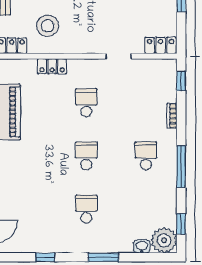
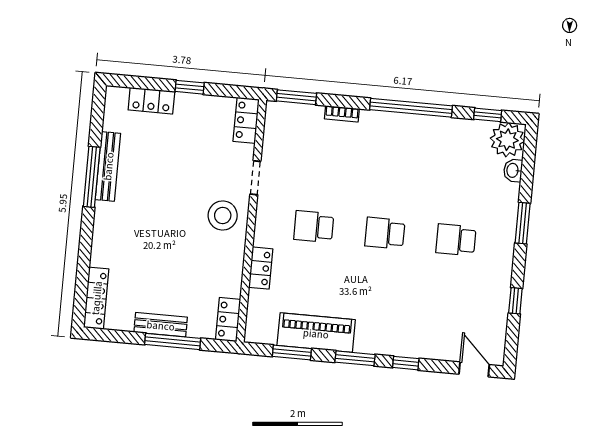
stool: (48, 26) -> (223, 215), moved
window: (181, 81) -> (296, 97), width x1.50
school desk: (146, 156) -> (392, 153), removed
window: (181, 167) -> (411, 108), width x1.46

